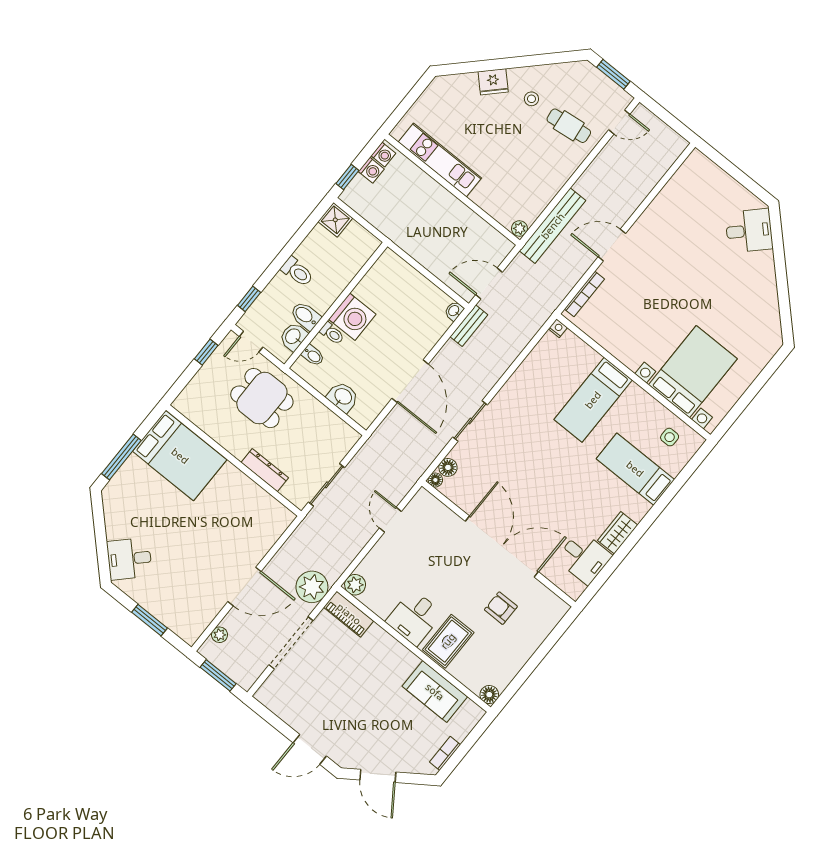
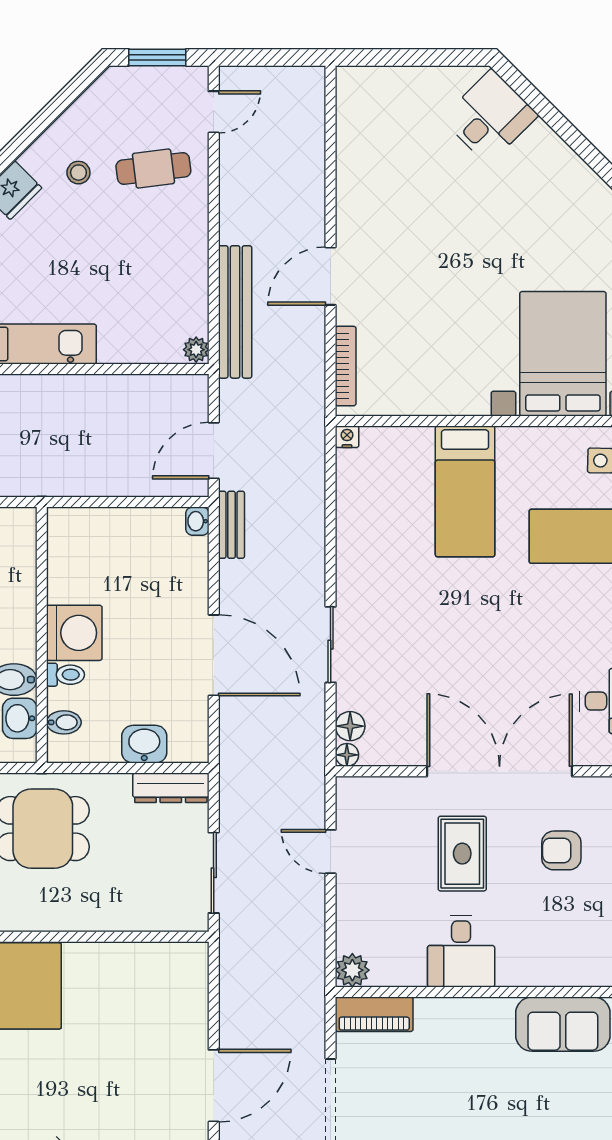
dresser: (265, 470) -> (171, 788), moved, turned 180
plant: (312, 587) -> (300, 1017), removed
rug: (448, 641) -> (462, 854), moved

